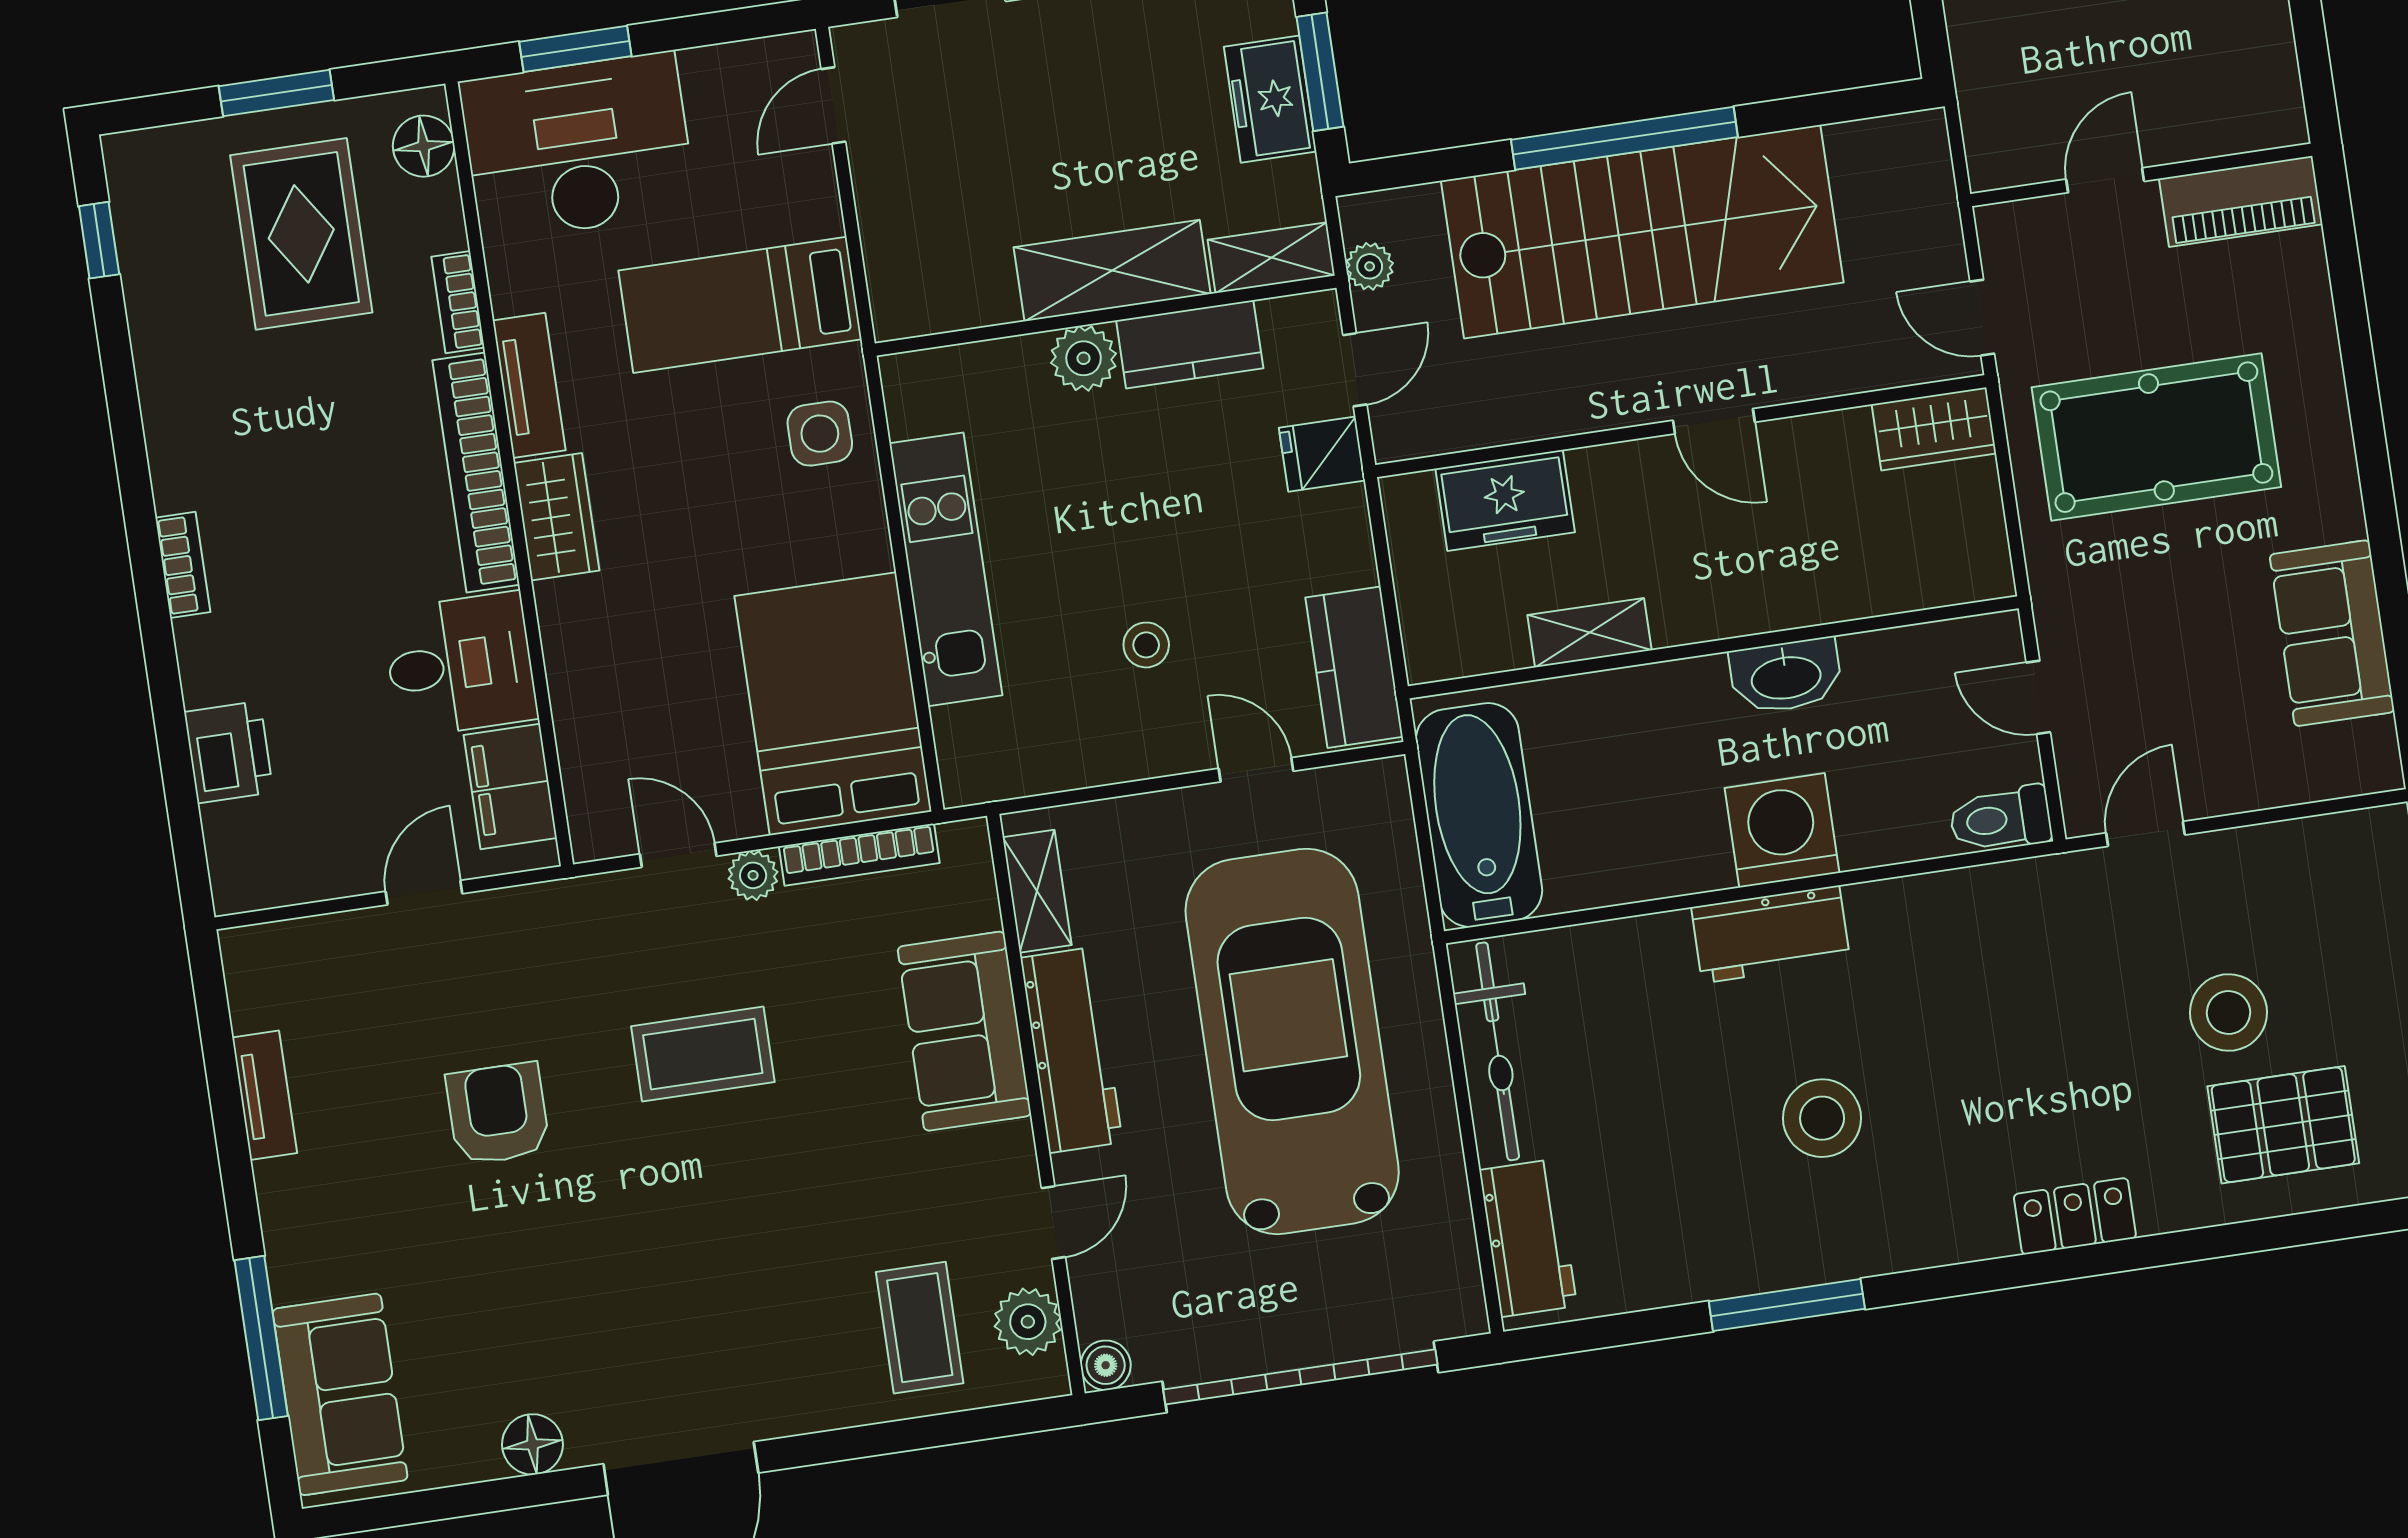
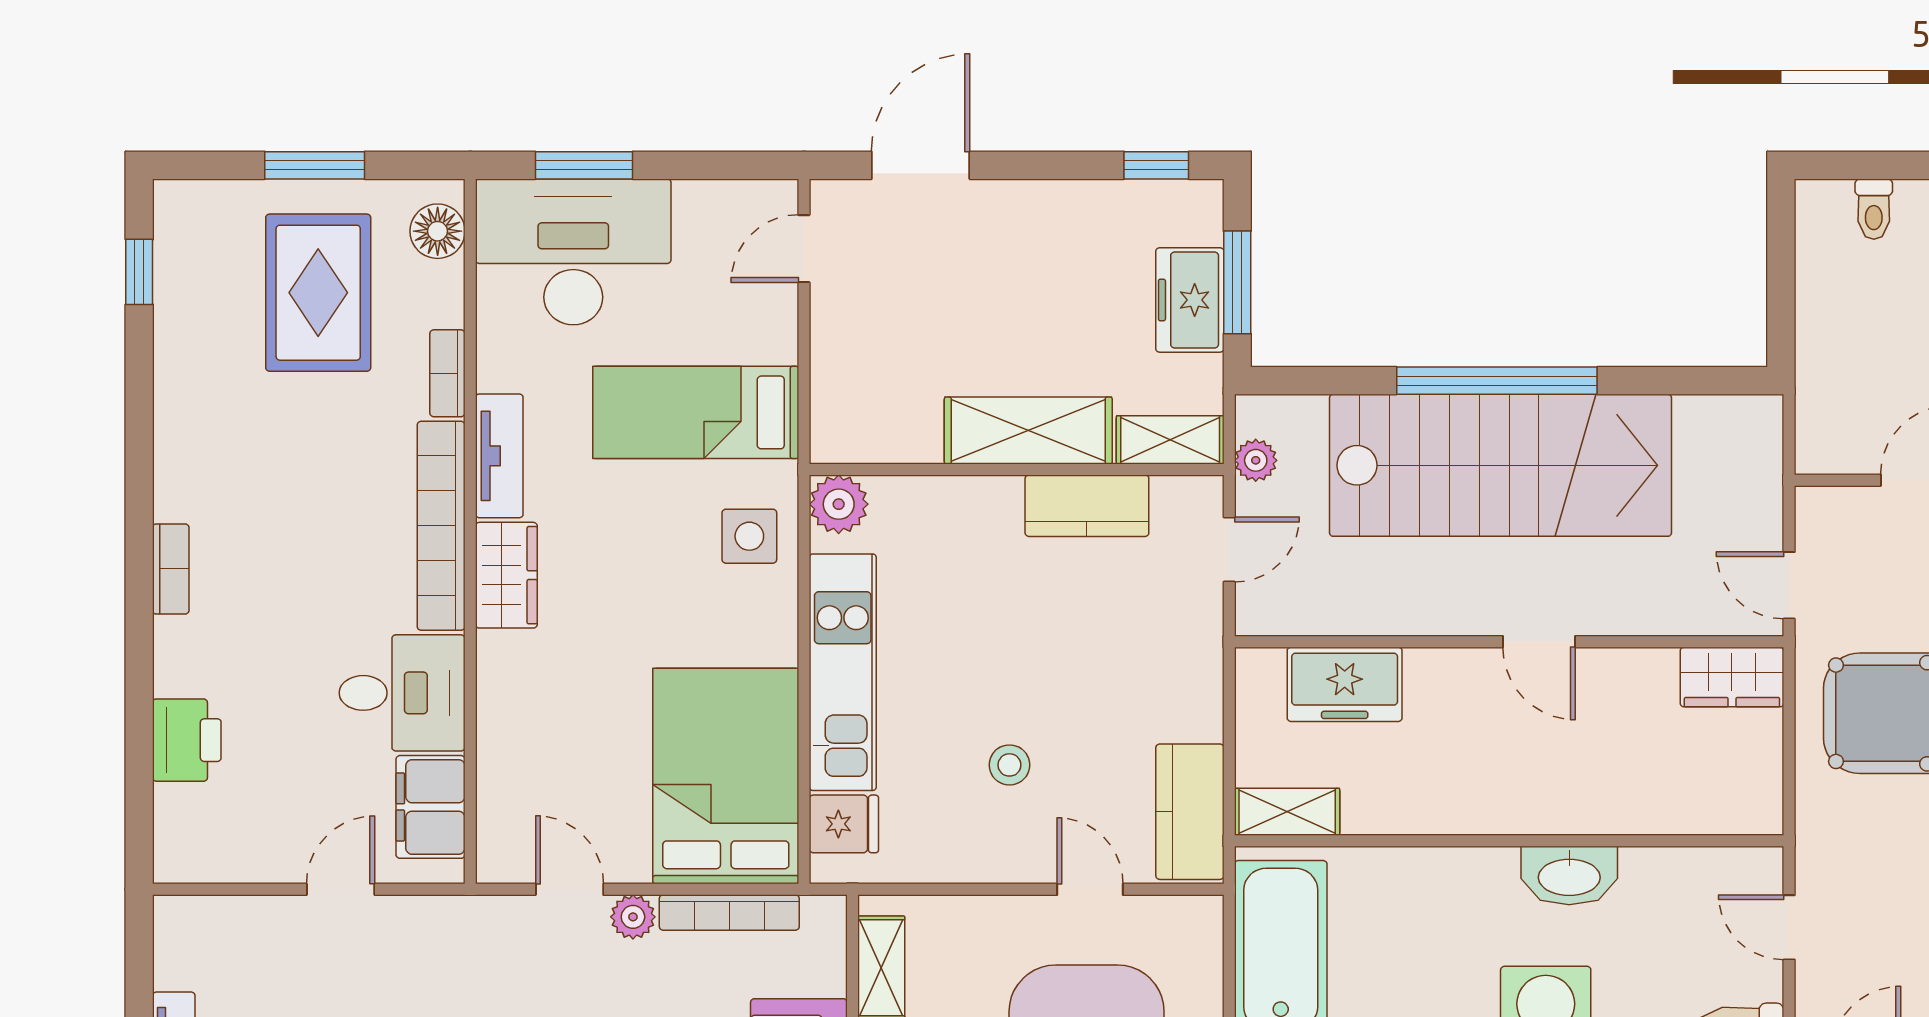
plant: (1084, 358) -> (839, 504), moved
fridge: (1322, 454) -> (844, 824), moved, turned 180
shelving: (1590, 633) -> (1287, 812), moved

